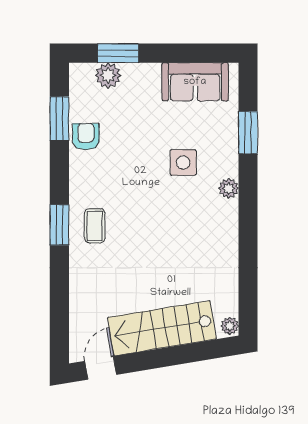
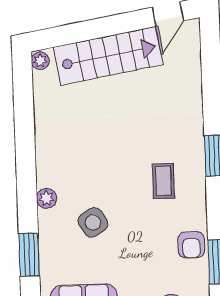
side table: (183, 163) -> (93, 222), turned -32
coffee table: (95, 226) -> (163, 181), moved

